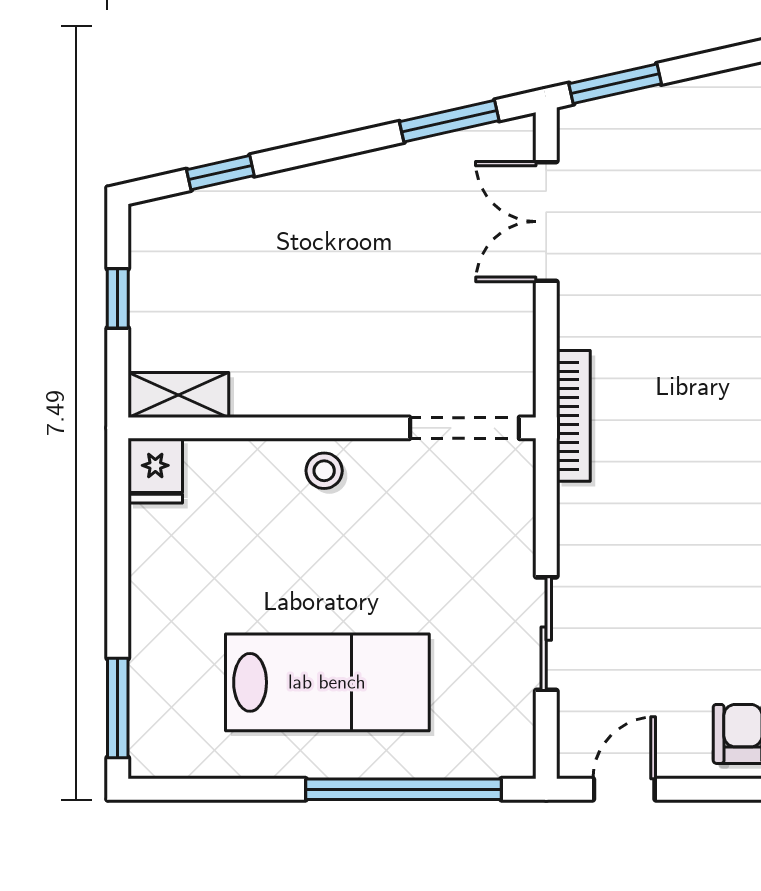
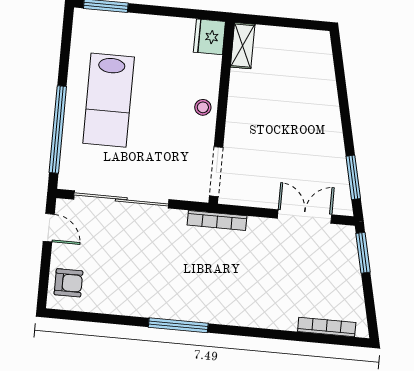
window: (220, 173) -> (340, 74), removed
window: (118, 298) -> (288, 23), removed
fridge: (155, 471) -> (209, 37), width x1.38
sliding door: (546, 634) -> (121, 199), width x1.86

